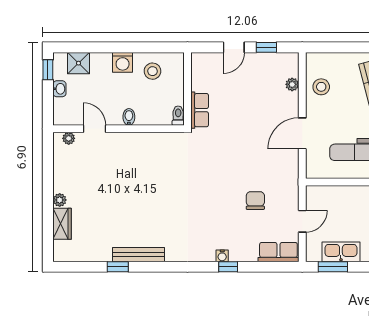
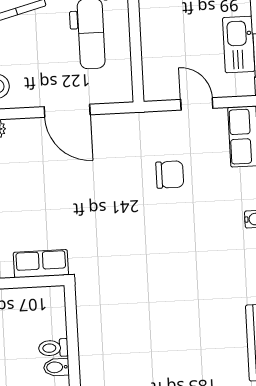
toilet: (178, 116) -> (53, 348), moved
chair: (255, 201) -> (170, 175), turned 180

